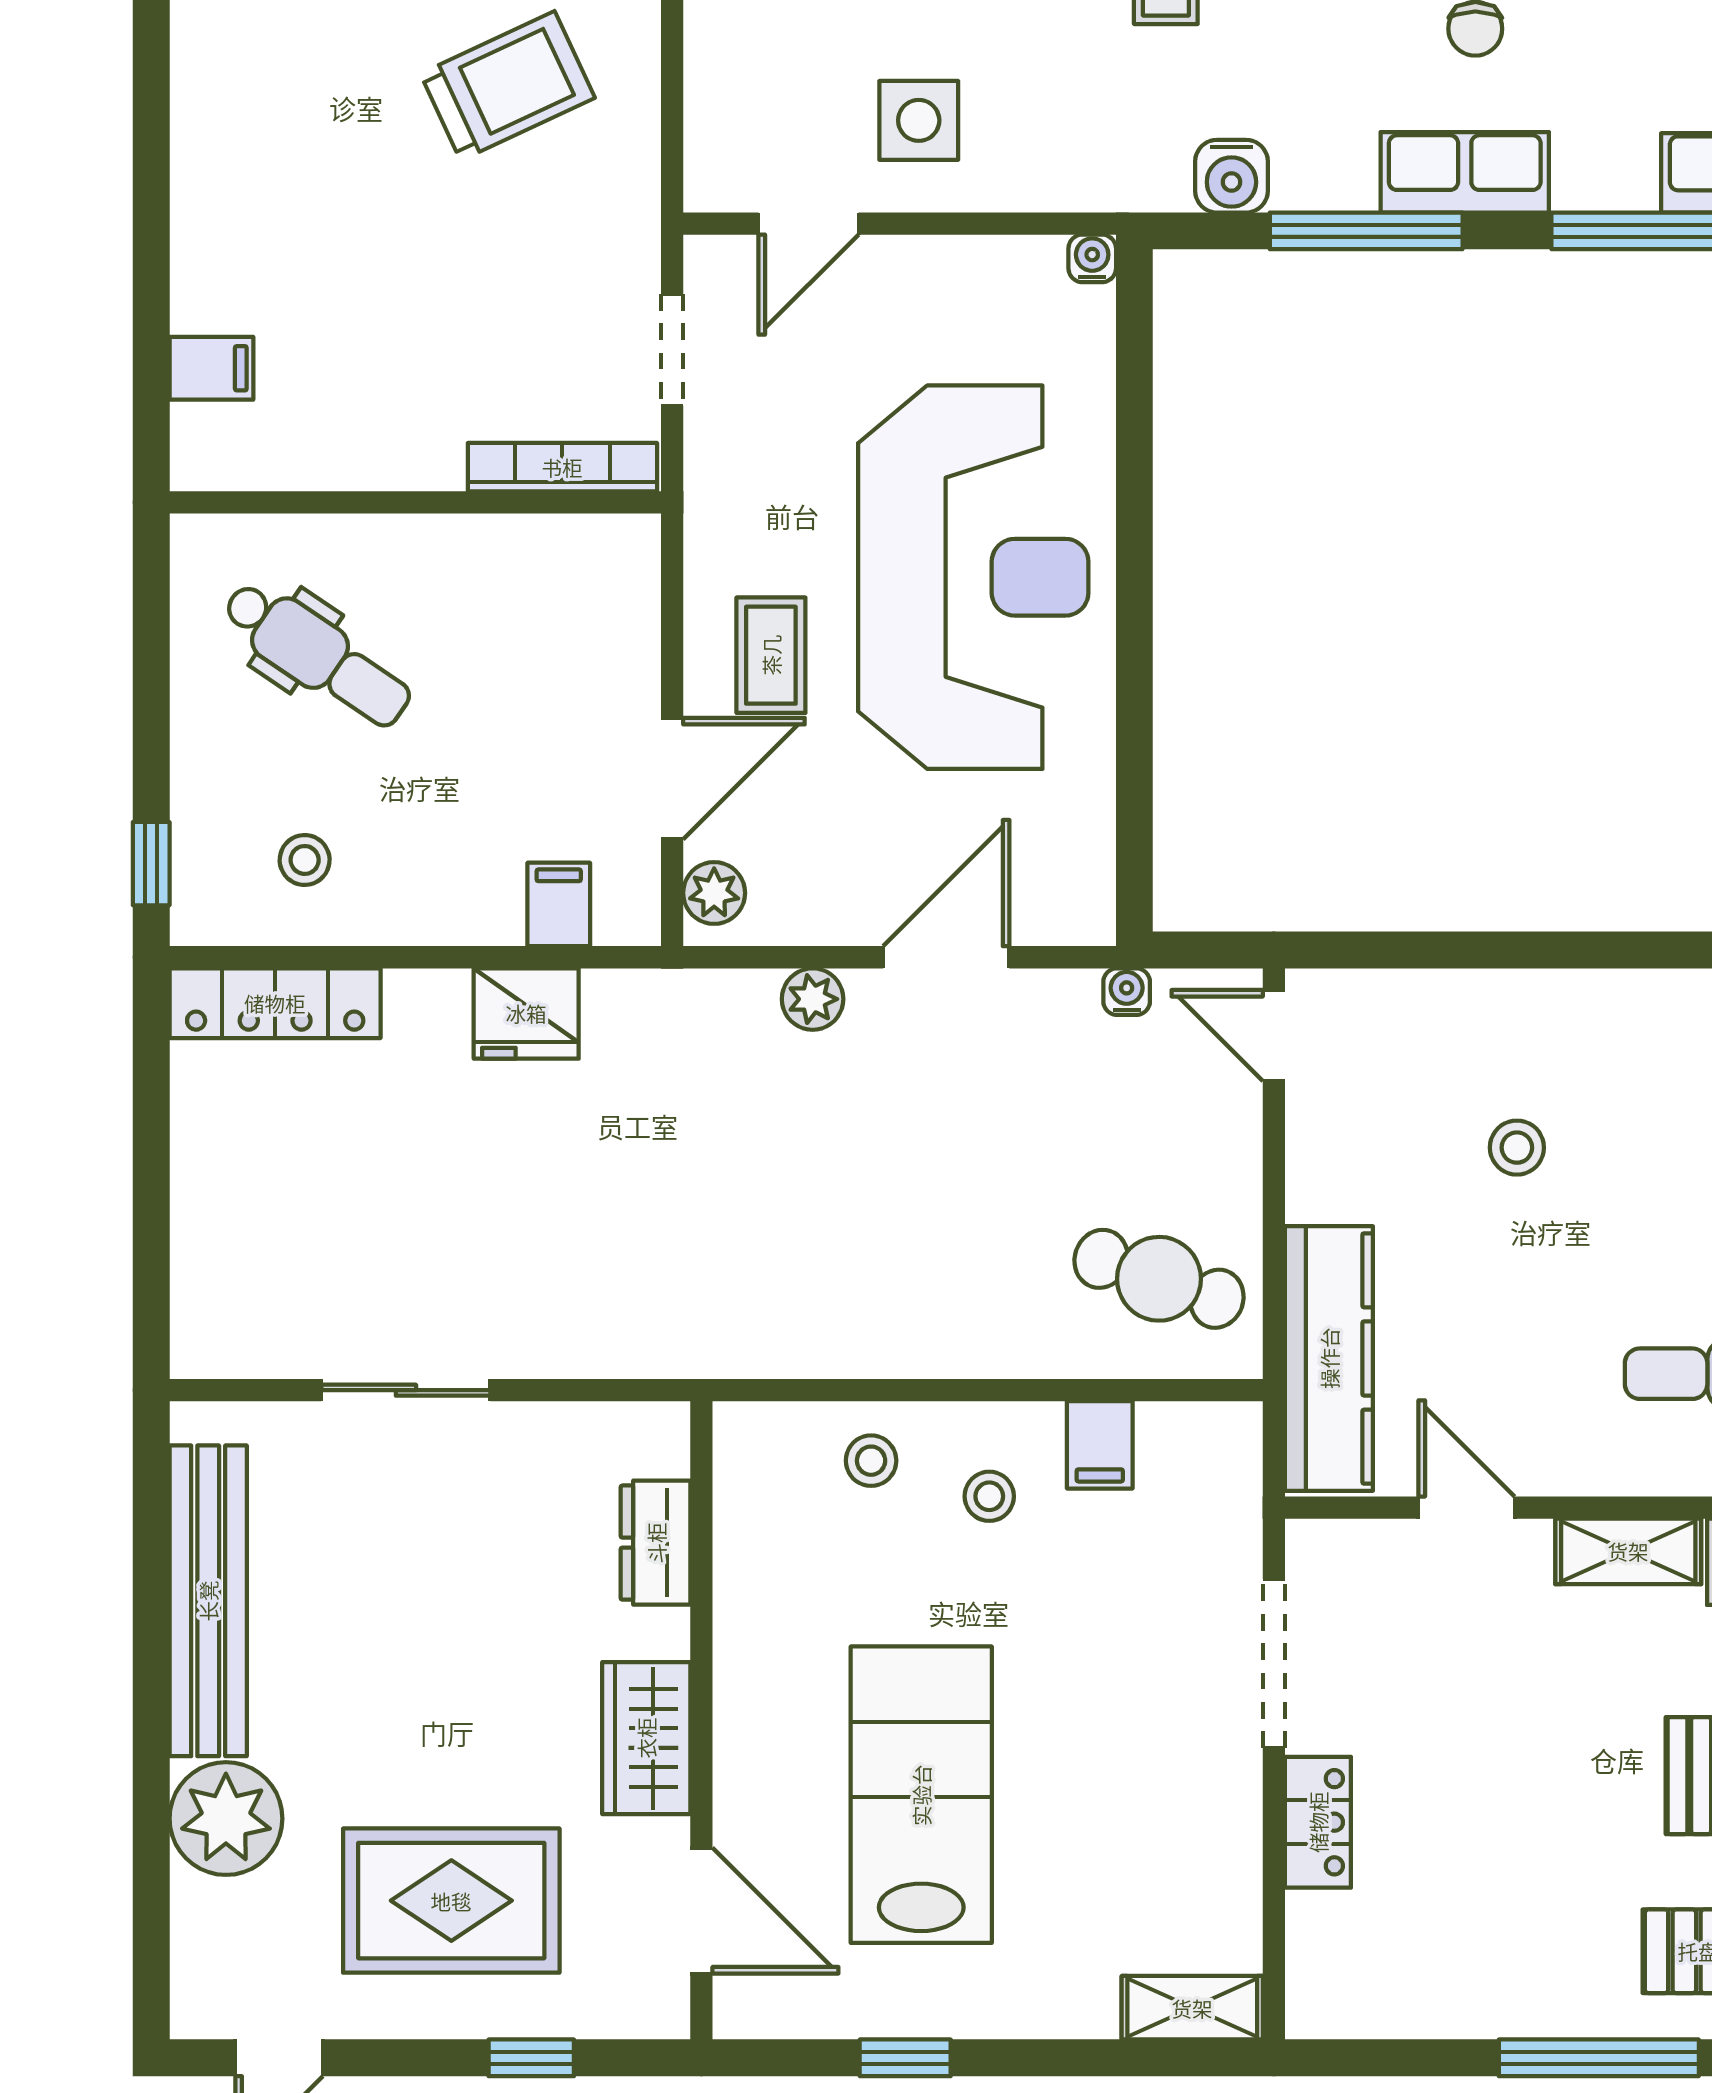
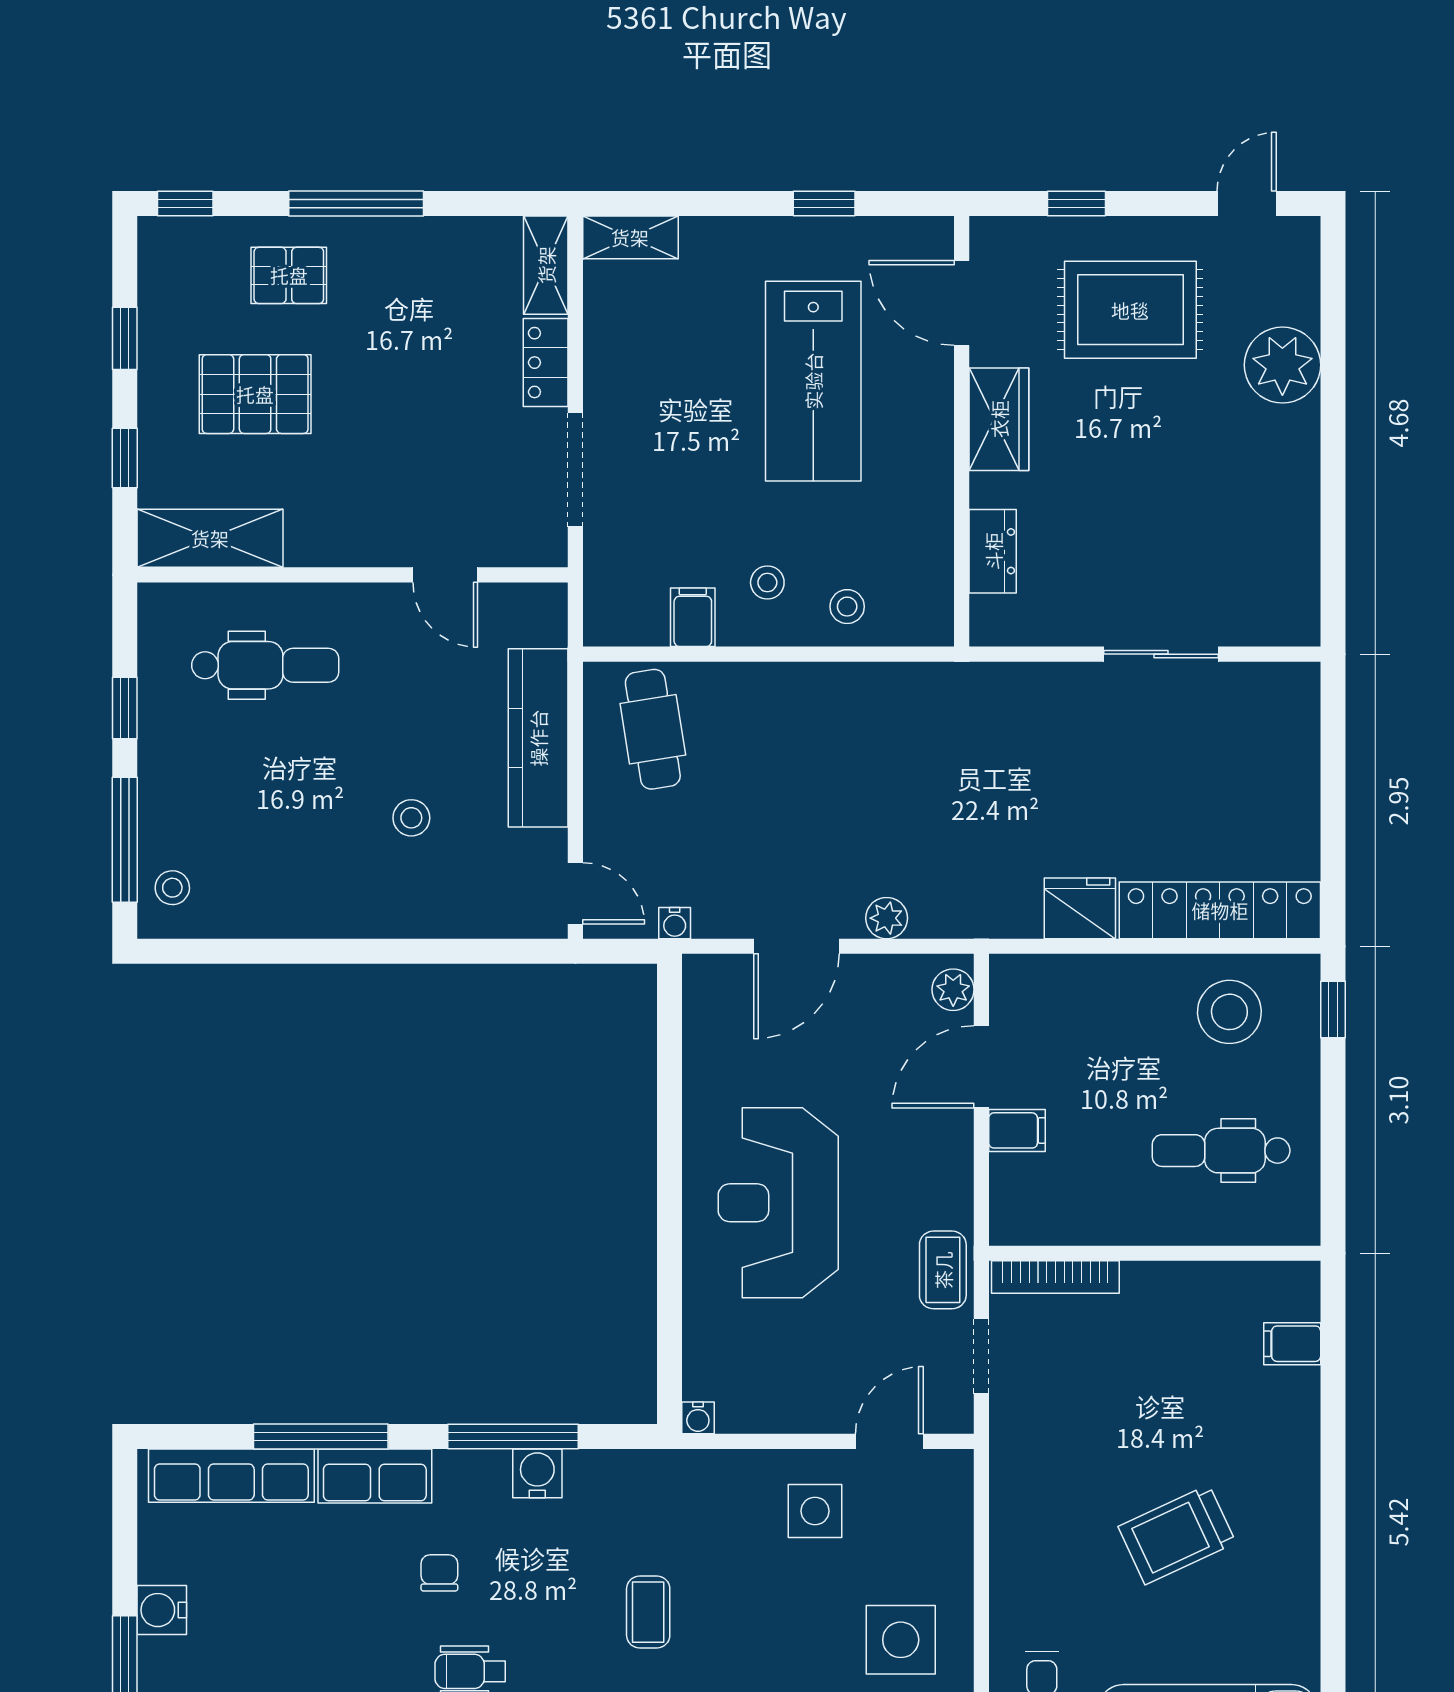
trolley: (508, 86) -> (1177, 1535), moved
row of seats: (1465, 172) -> (375, 1476), moved
water cooler: (1231, 176) -> (537, 1473), moved
reception desk: (973, 577) -> (778, 1203), width x0.74, depth x0.77
dental chair: (317, 654) -> (1221, 1151), turned -34
coffee table: (771, 655) -> (943, 1270), moved
stool: (305, 860) -> (1229, 1012), width x1.89, depth x1.89
filing cabinet: (559, 904) -> (1017, 1130), moved, turned -90
locker: (275, 1003) -> (1220, 910), width x1.41, depth x1.21
cafe table: (1159, 1279) -> (653, 729), turned 62
kitchen counter: (1329, 1358) -> (538, 738), moved
shelving: (1628, 1551) -> (546, 265), moved, turned 90
bench: (208, 1601) -> (1294, 512), removed

